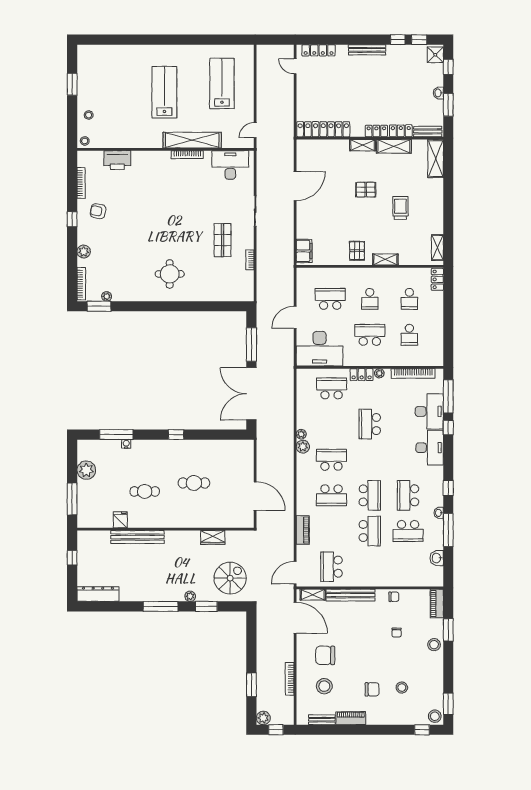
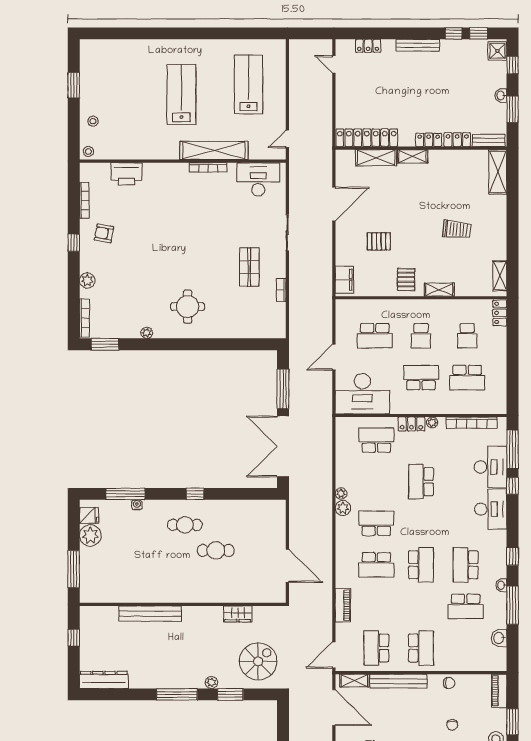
locker: (319, 50) -> (368, 46), width x0.66
shelving: (394, 146) -> (376, 158), moved
pallet: (366, 190) -> (379, 241), moved
trolley: (400, 208) -> (457, 229), turned 96
plant: (107, 296) -> (147, 333), moved
school desk: (330, 299) -> (375, 336), turned 180
school desk: (409, 335) -> (467, 378), width x1.85
cafe table: (145, 491) -> (185, 525), moved
fridge: (120, 520) -> (89, 515), moved, turned 90
school desk: (370, 531) -> (421, 648), moved

